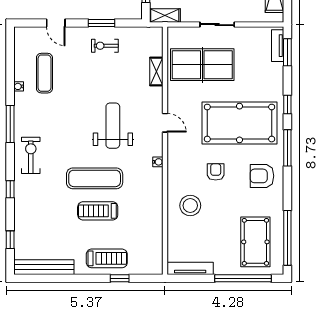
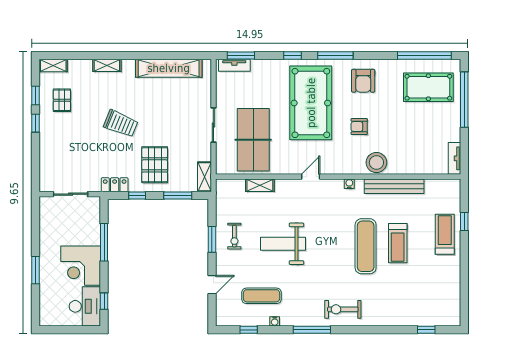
weight bench: (113, 126) -> (283, 244), moved
window: (10, 189) -> (249, 330), moved
stool: (190, 206) -> (376, 163), moved
bench: (44, 267) -> (394, 186), moved, turned 90
tv unit: (190, 268) -> (455, 158), width x0.71

